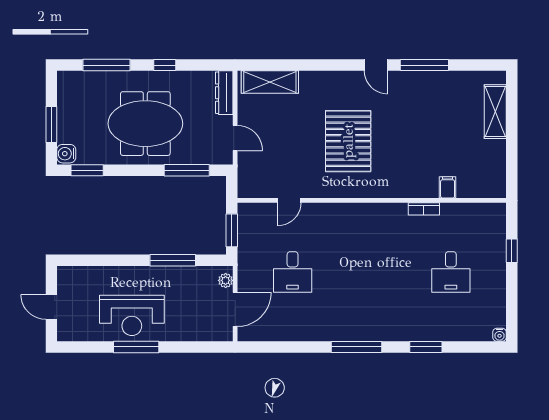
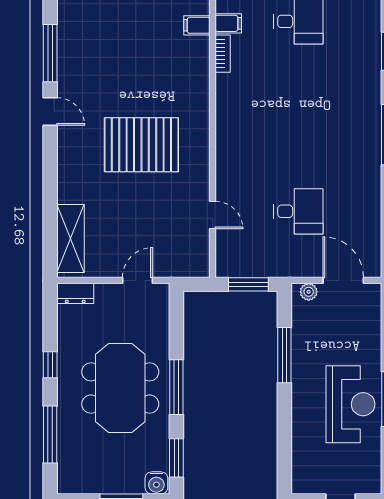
door: (376, 65) -> (50, 111), hinge flipped
dresser: (224, 93) -> (75, 293), width x0.70
window: (187, 170) -> (176, 387), moved
filing cabinet: (449, 214) -> (228, 23), added

